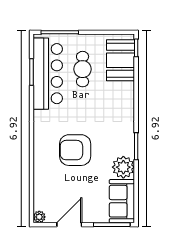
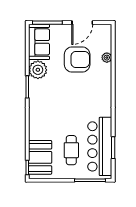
armchair: (75, 150) -> (77, 60), moved
plant: (39, 217) -> (107, 58), moved

